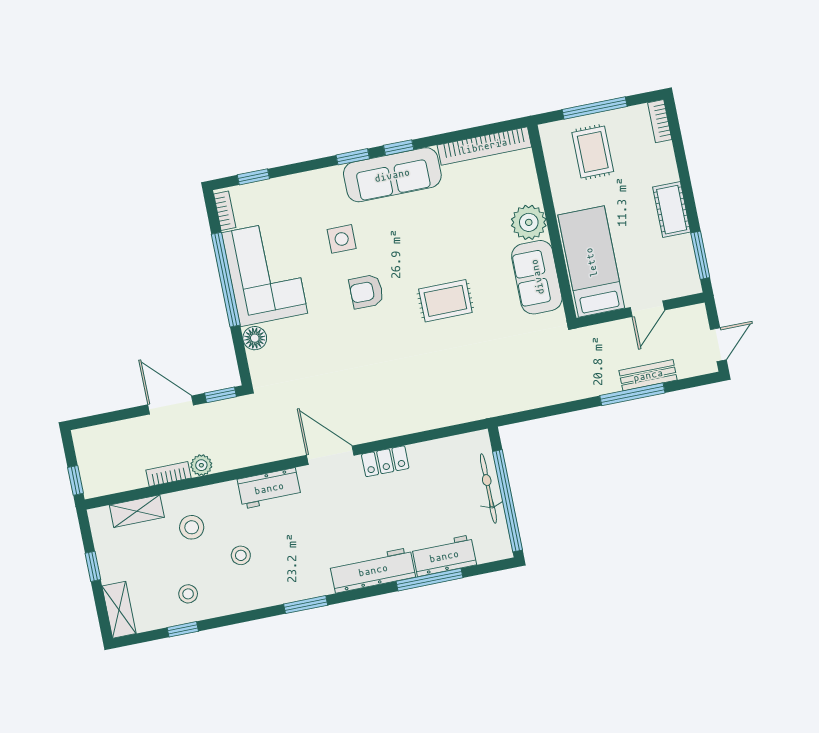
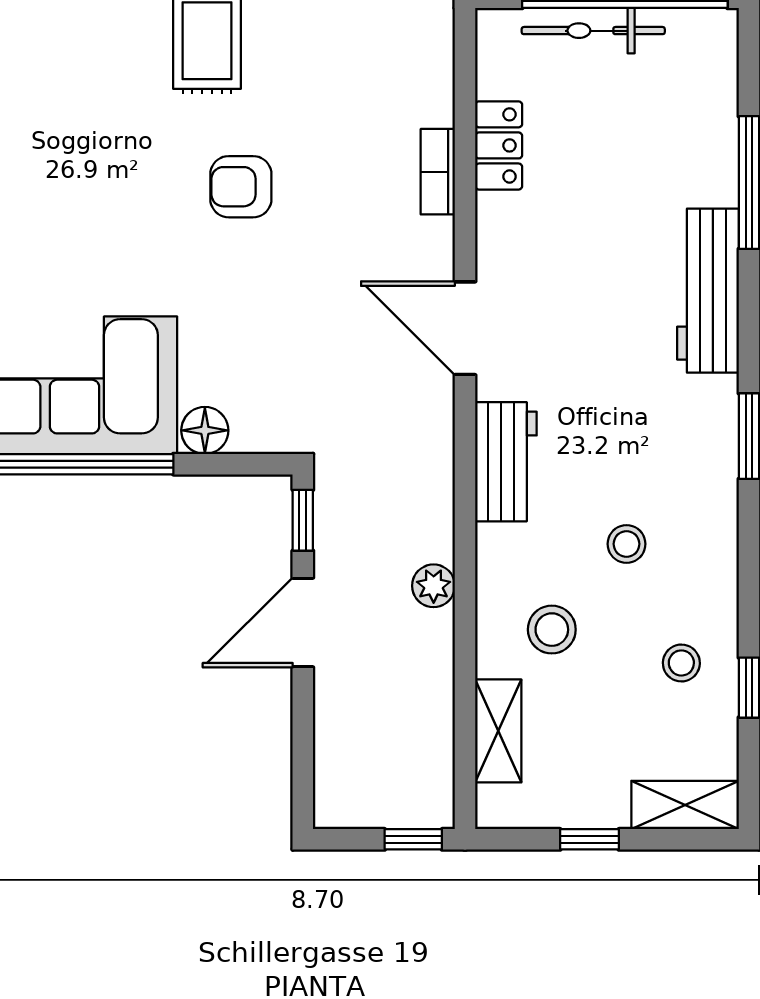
side table: (342, 239) -> (44, 220), removed
armchair: (366, 292) -> (241, 187), moved, turned 90
door: (330, 455) -> (465, 328), hinge flipped
locker: (385, 461) -> (499, 145), moved
bookcase: (168, 474) -> (438, 172), moved
workbench: (444, 556) -> (708, 144), removed

